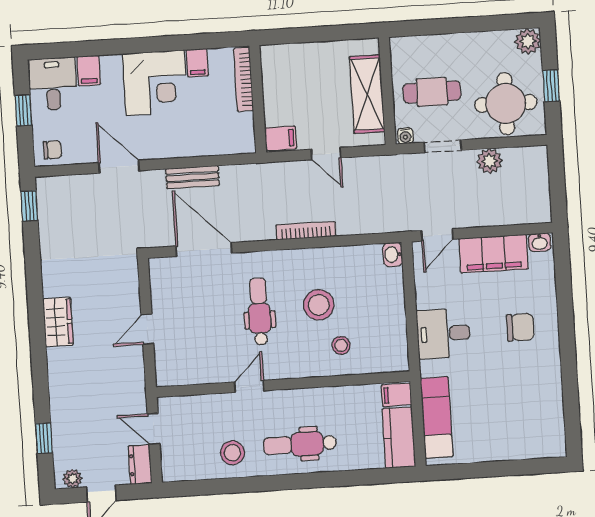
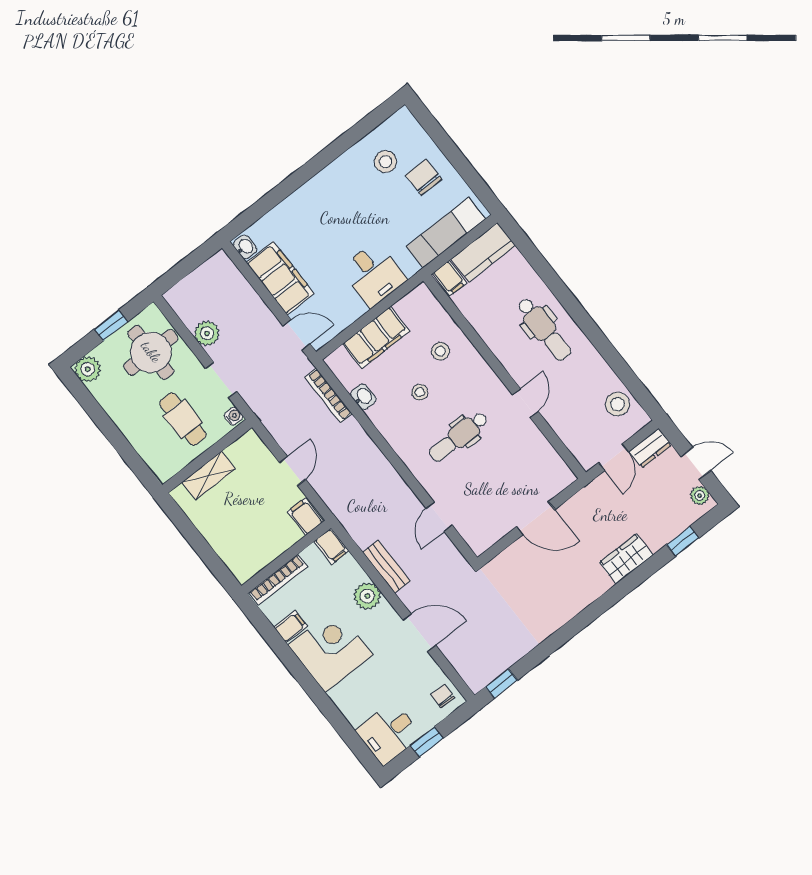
filing cabinet: (89, 71) -> (332, 546), moved, turned 90
shelving: (367, 94) -> (209, 476), width x0.67, depth x0.75
plant: (179, 144) -> (367, 596), added
door: (119, 167) -> (419, 632), swing flipped
bookcase: (306, 231) -> (328, 395), moved
door: (204, 250) -> (439, 517), width x0.53
washbasin: (393, 254) -> (363, 397), moved, turned -90
filing cabinet: (389, 299) -> (376, 338), added
stool: (319, 305) -> (420, 392), width x0.53, depth x0.53
wardrobe: (58, 322) -> (626, 559), moved
chair: (520, 327) -> (424, 177), moved
door: (147, 329) -> (536, 518), width x1.38
door: (249, 386) -> (525, 403), swing flipped
stool: (530, 408) -> (386, 162), added
stool: (232, 453) -> (617, 404), moved

